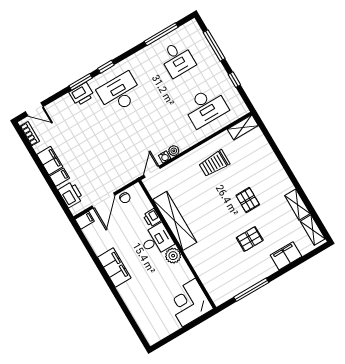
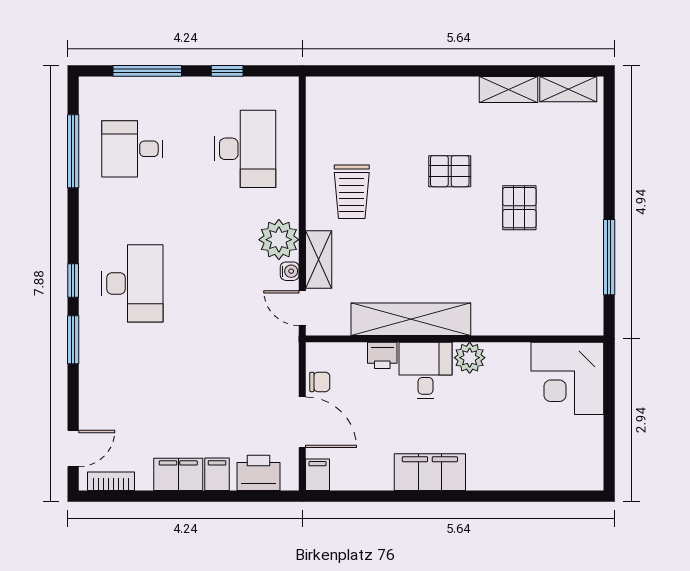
desk: (177, 59) -> (132, 149), turned 180
desk: (120, 93) -> (132, 283), turned 180
printer: (82, 94) -> (95, 351), removed
shelving: (243, 127) -> (319, 259), moved
plant: (174, 151) -> (279, 240), width x1.88, depth x1.88
filing cabinet: (286, 256) -> (586, 162), removed

